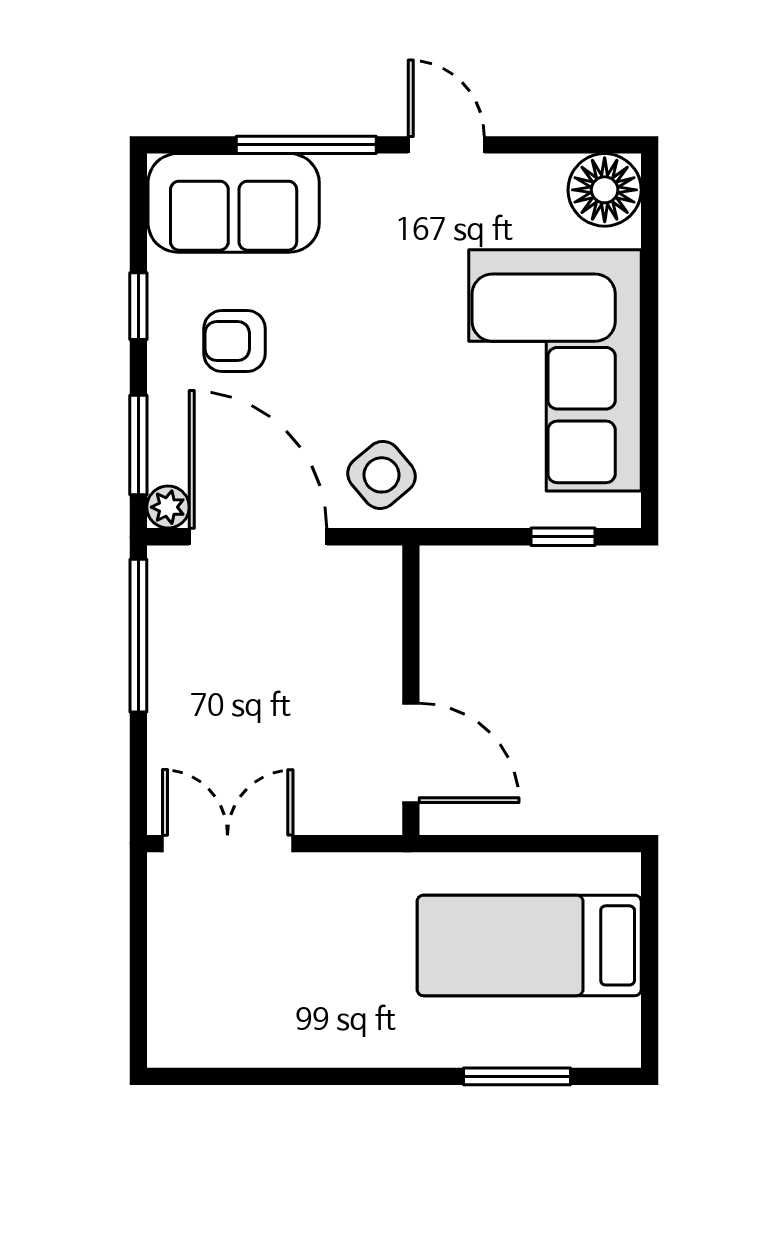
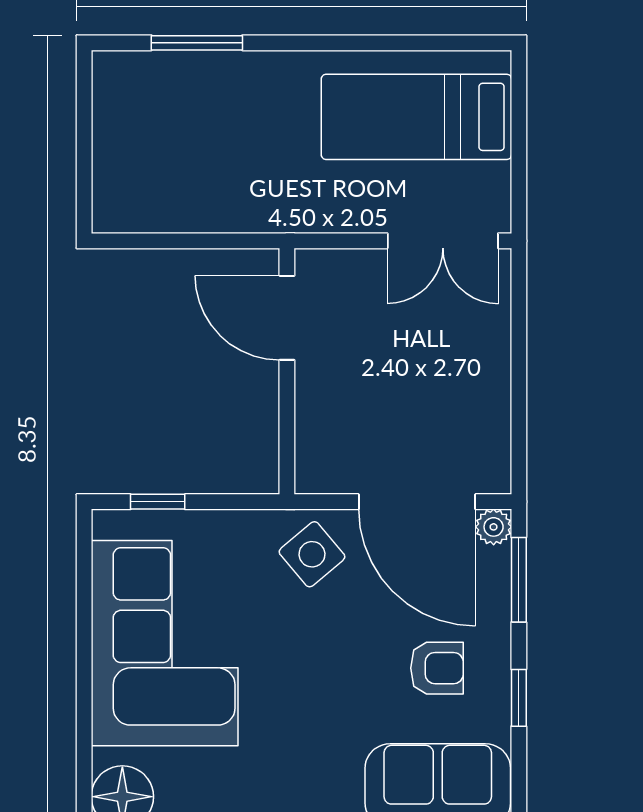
window: (138, 636) -> (519, 418), removed
bed: (529, 945) -> (416, 117), moved, turned 180

